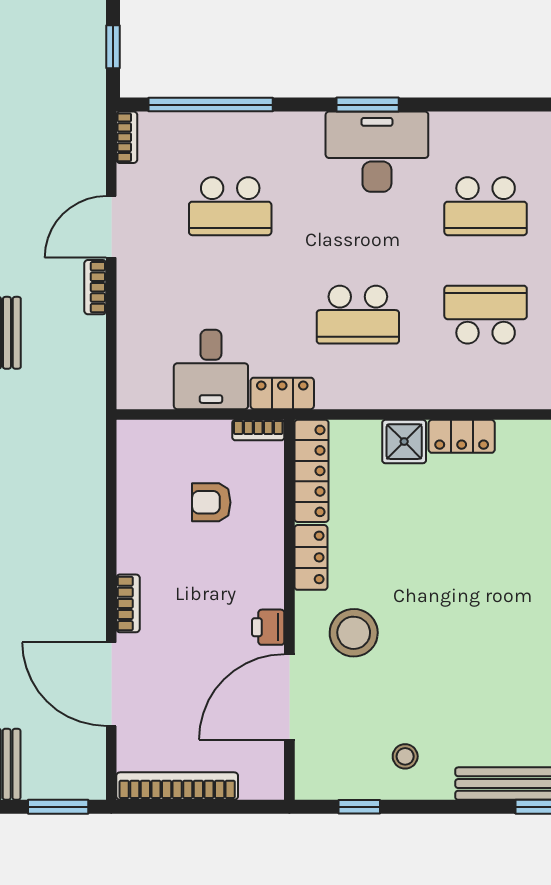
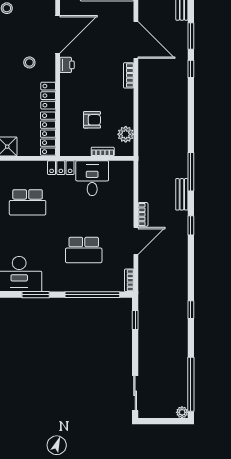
window: (368, 105) -> (36, 295), moved
school desk: (230, 206) -> (84, 250), turned 180
school desk: (358, 315) -> (28, 202), turned 180
bookcase: (258, 430) -> (103, 152), moved
plant: (135, 469) -> (126, 134), added
stool: (354, 633) -> (29, 62), width x0.53, depth x0.53

